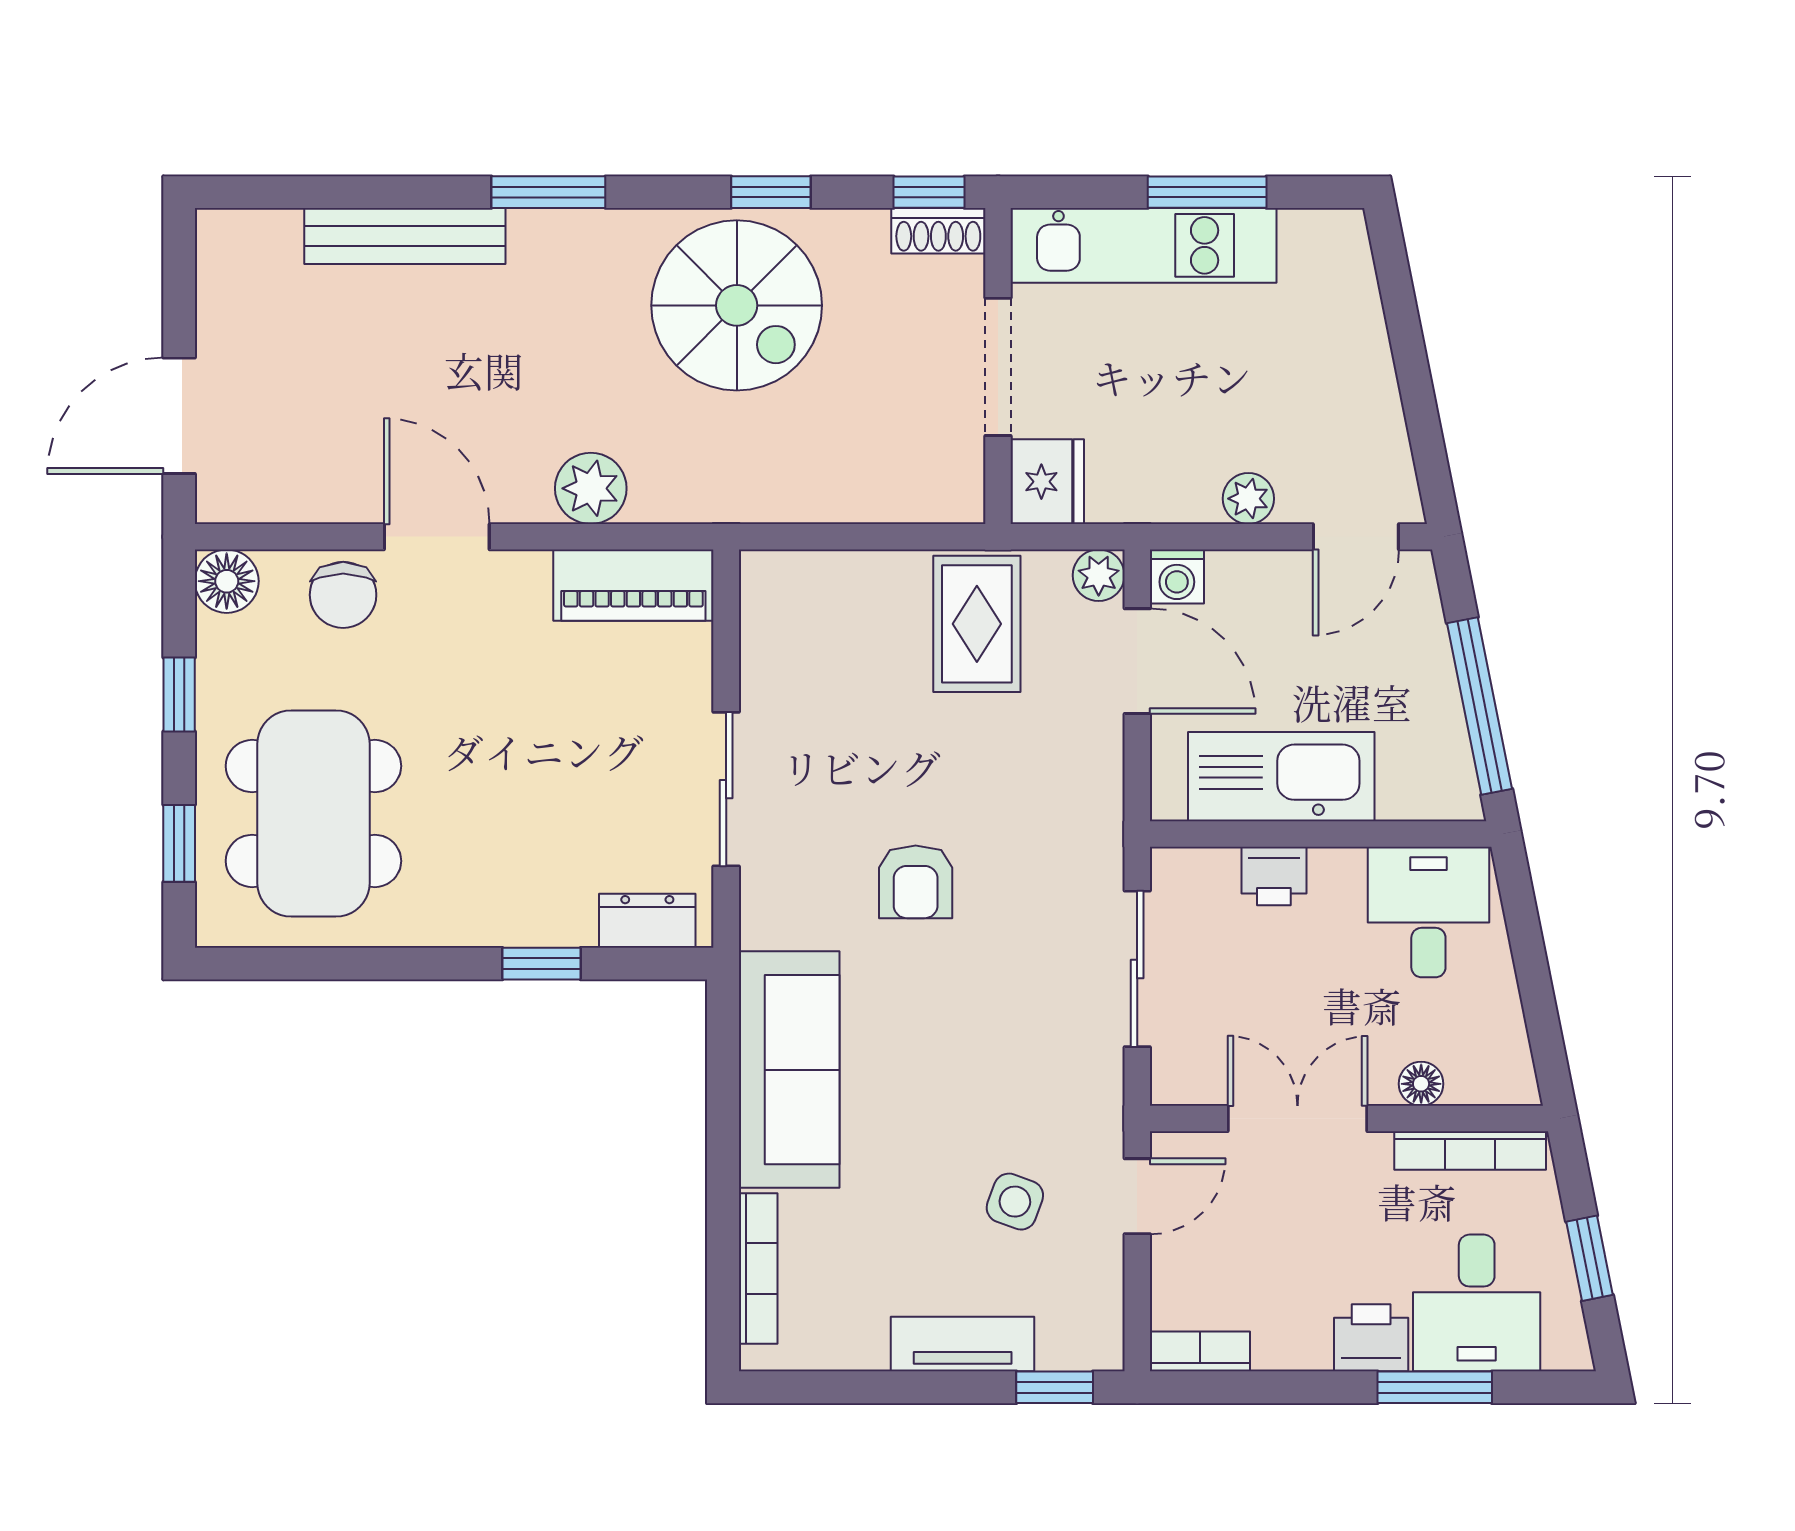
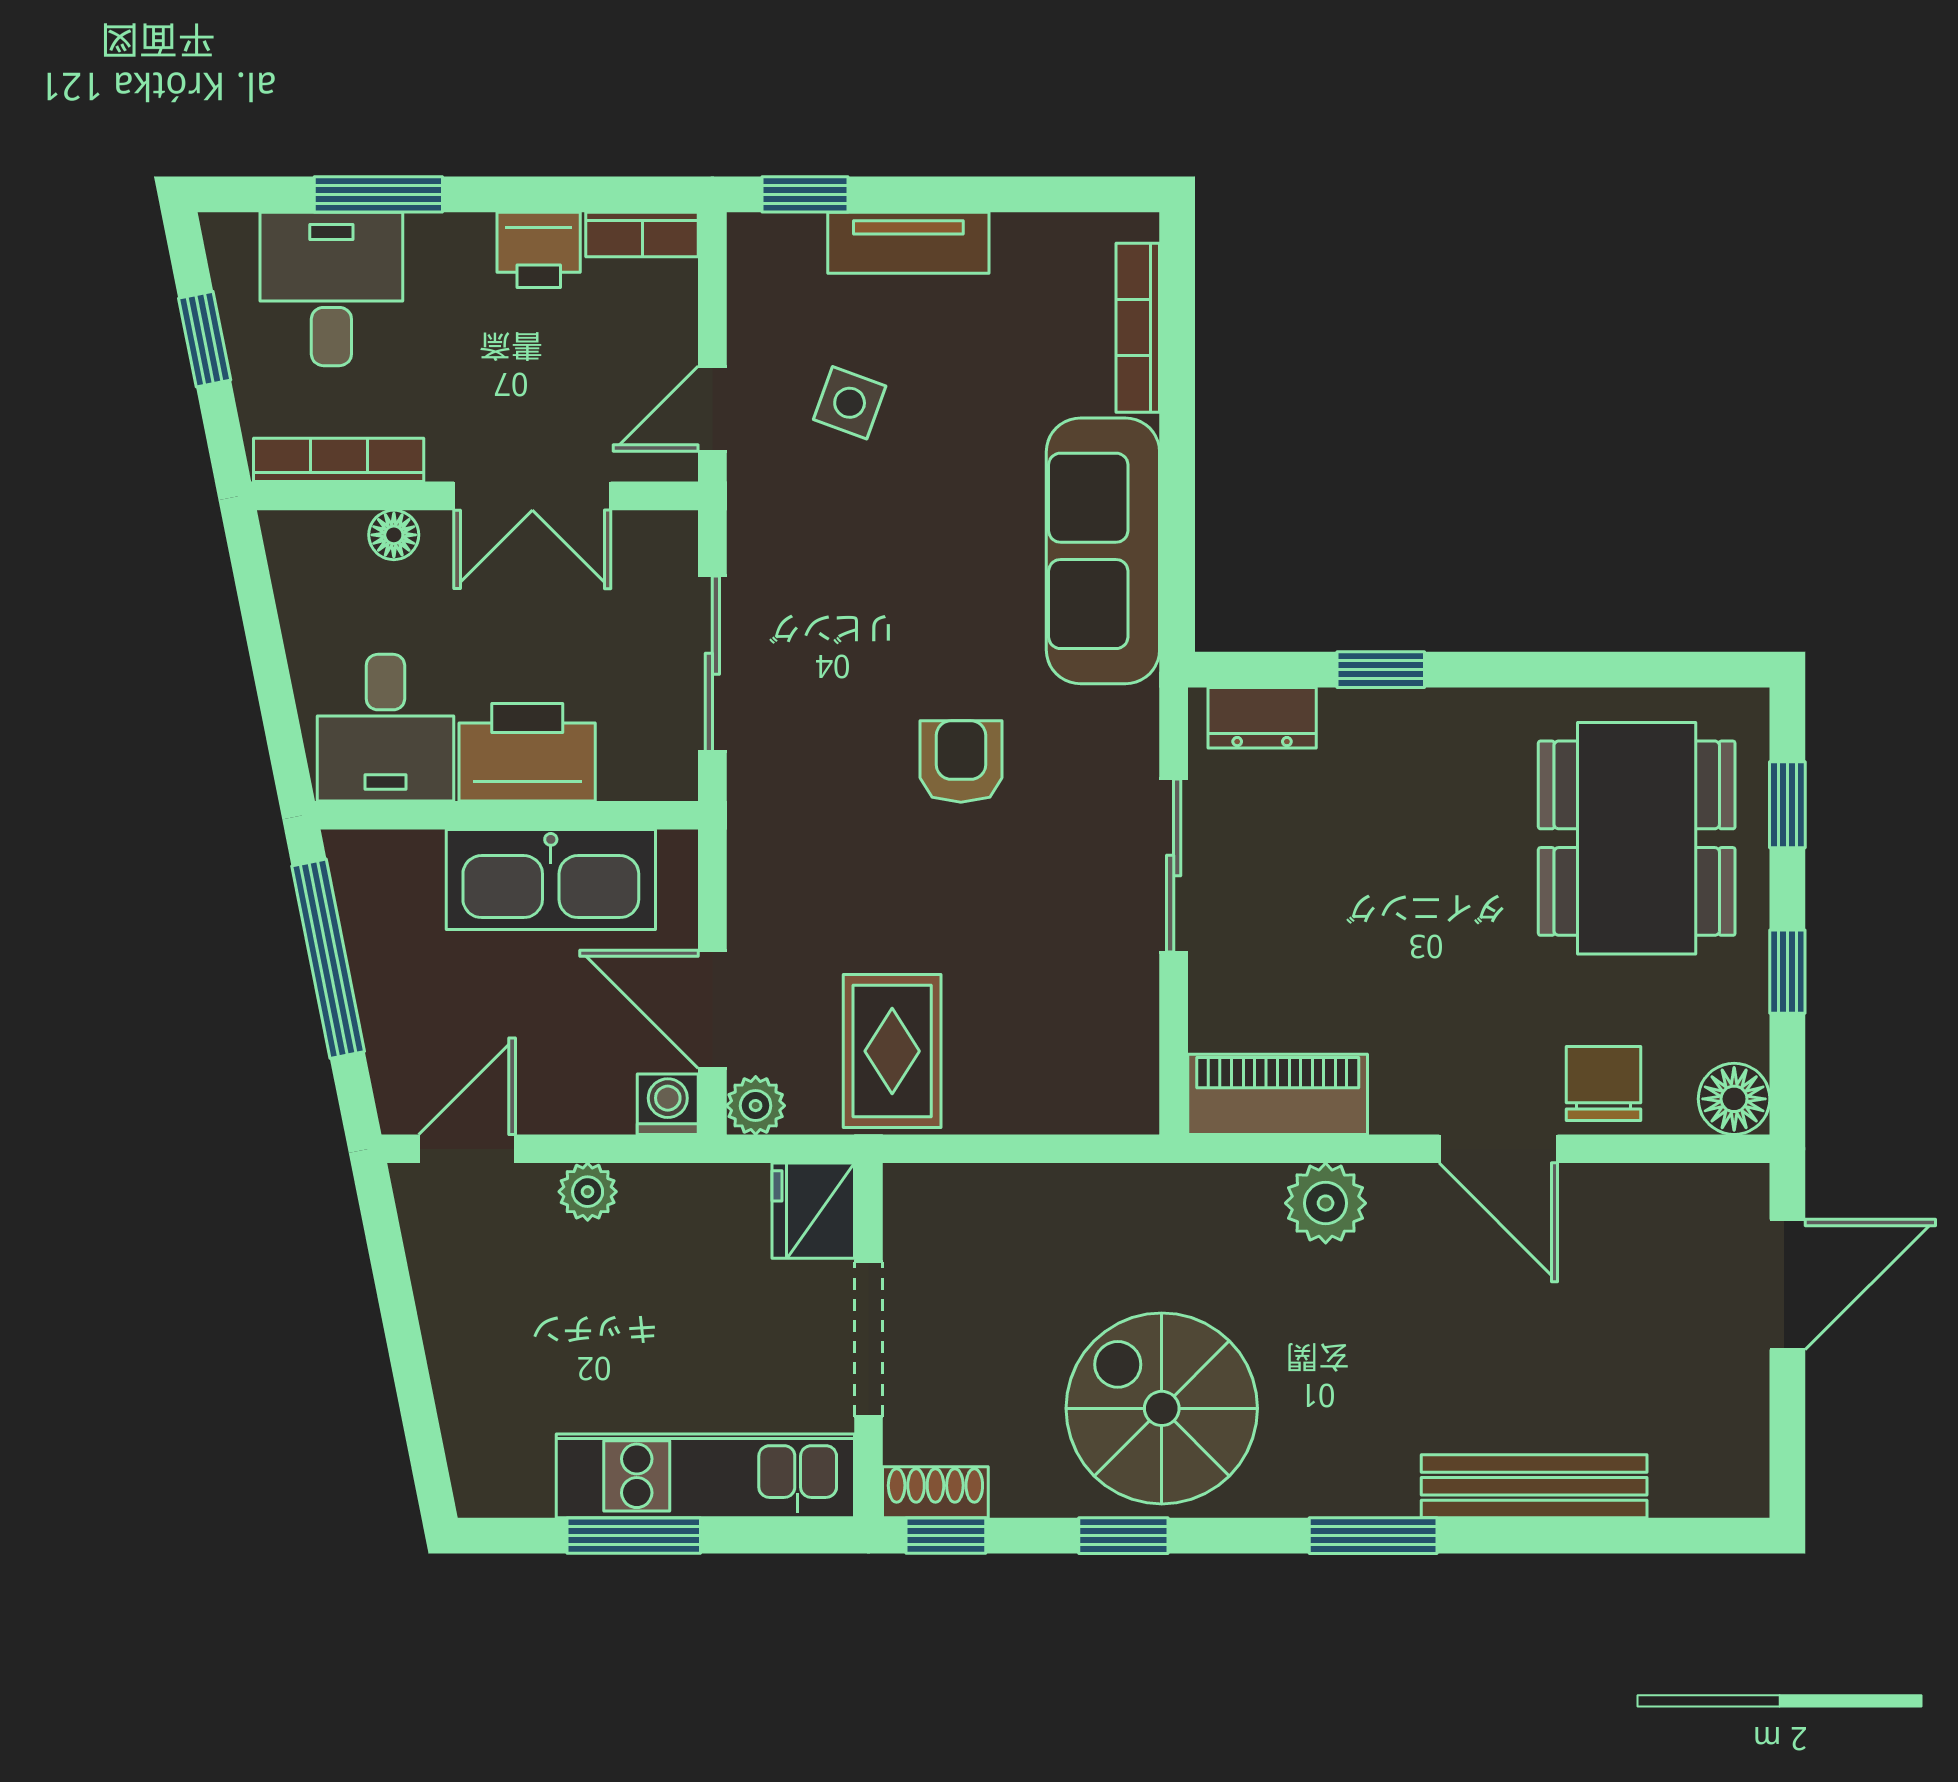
printer: (1274, 876) -> (527, 752), width x1.87, depth x1.48
printer: (1371, 1338) -> (539, 250), moved

